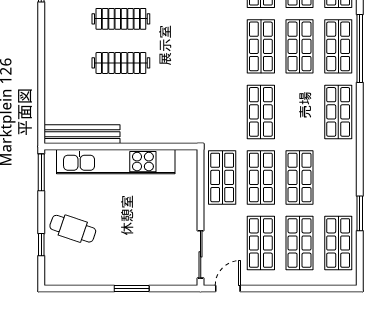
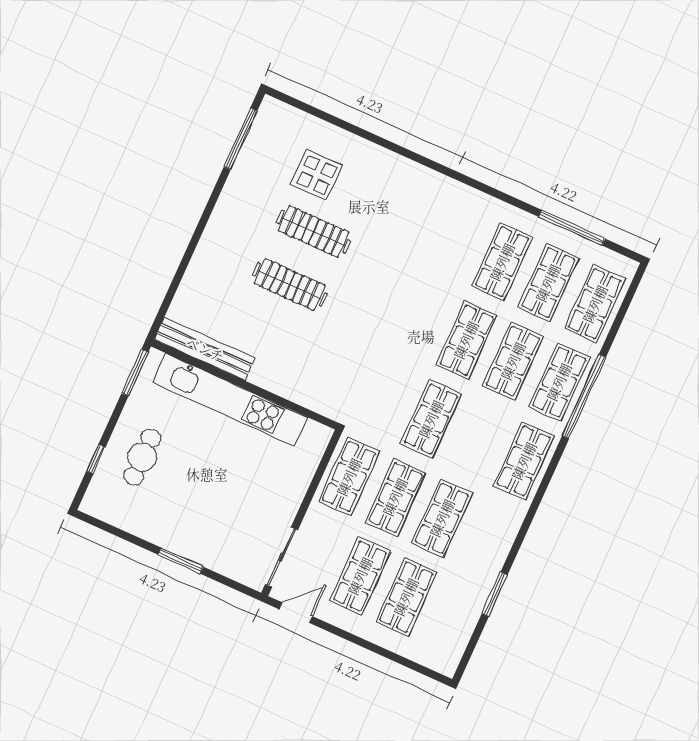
cafe table: (73, 229) -> (142, 457), turned 71
shop shelf: (338, 243) -> (453, 618), removed

